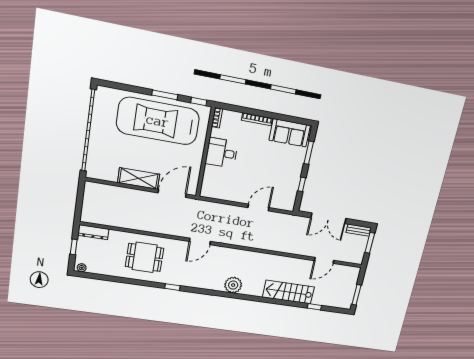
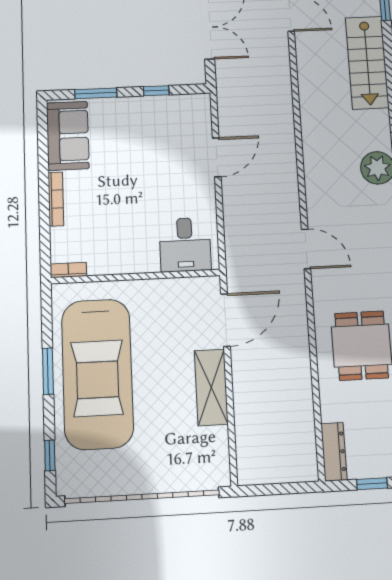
window: (199, 101) -> (50, 455), moved
desk: (222, 153) -> (185, 245), moved
door: (172, 193) -> (225, 320), swing flipped
door: (258, 208) -> (217, 157), swing flipped

